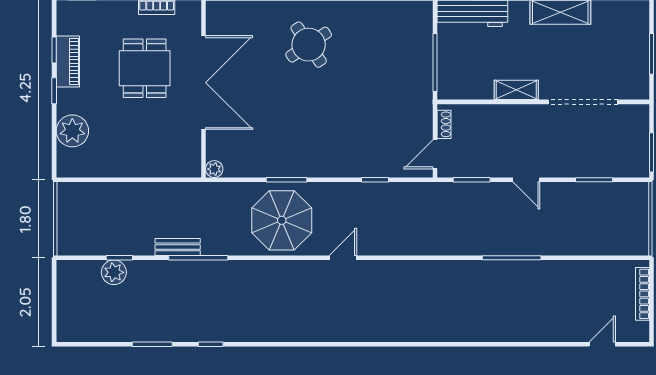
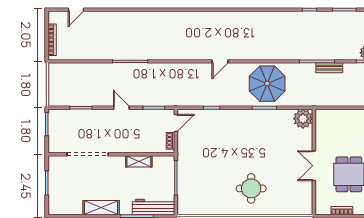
round table: (309, 45) -> (251, 188), turned 34
double door: (203, 83) -> (314, 166), width x0.54
shelving: (516, 90) -> (139, 161), moved
plant: (214, 169) -> (303, 119), width x1.87, depth x1.87
door: (343, 258) -> (220, 61), moved

